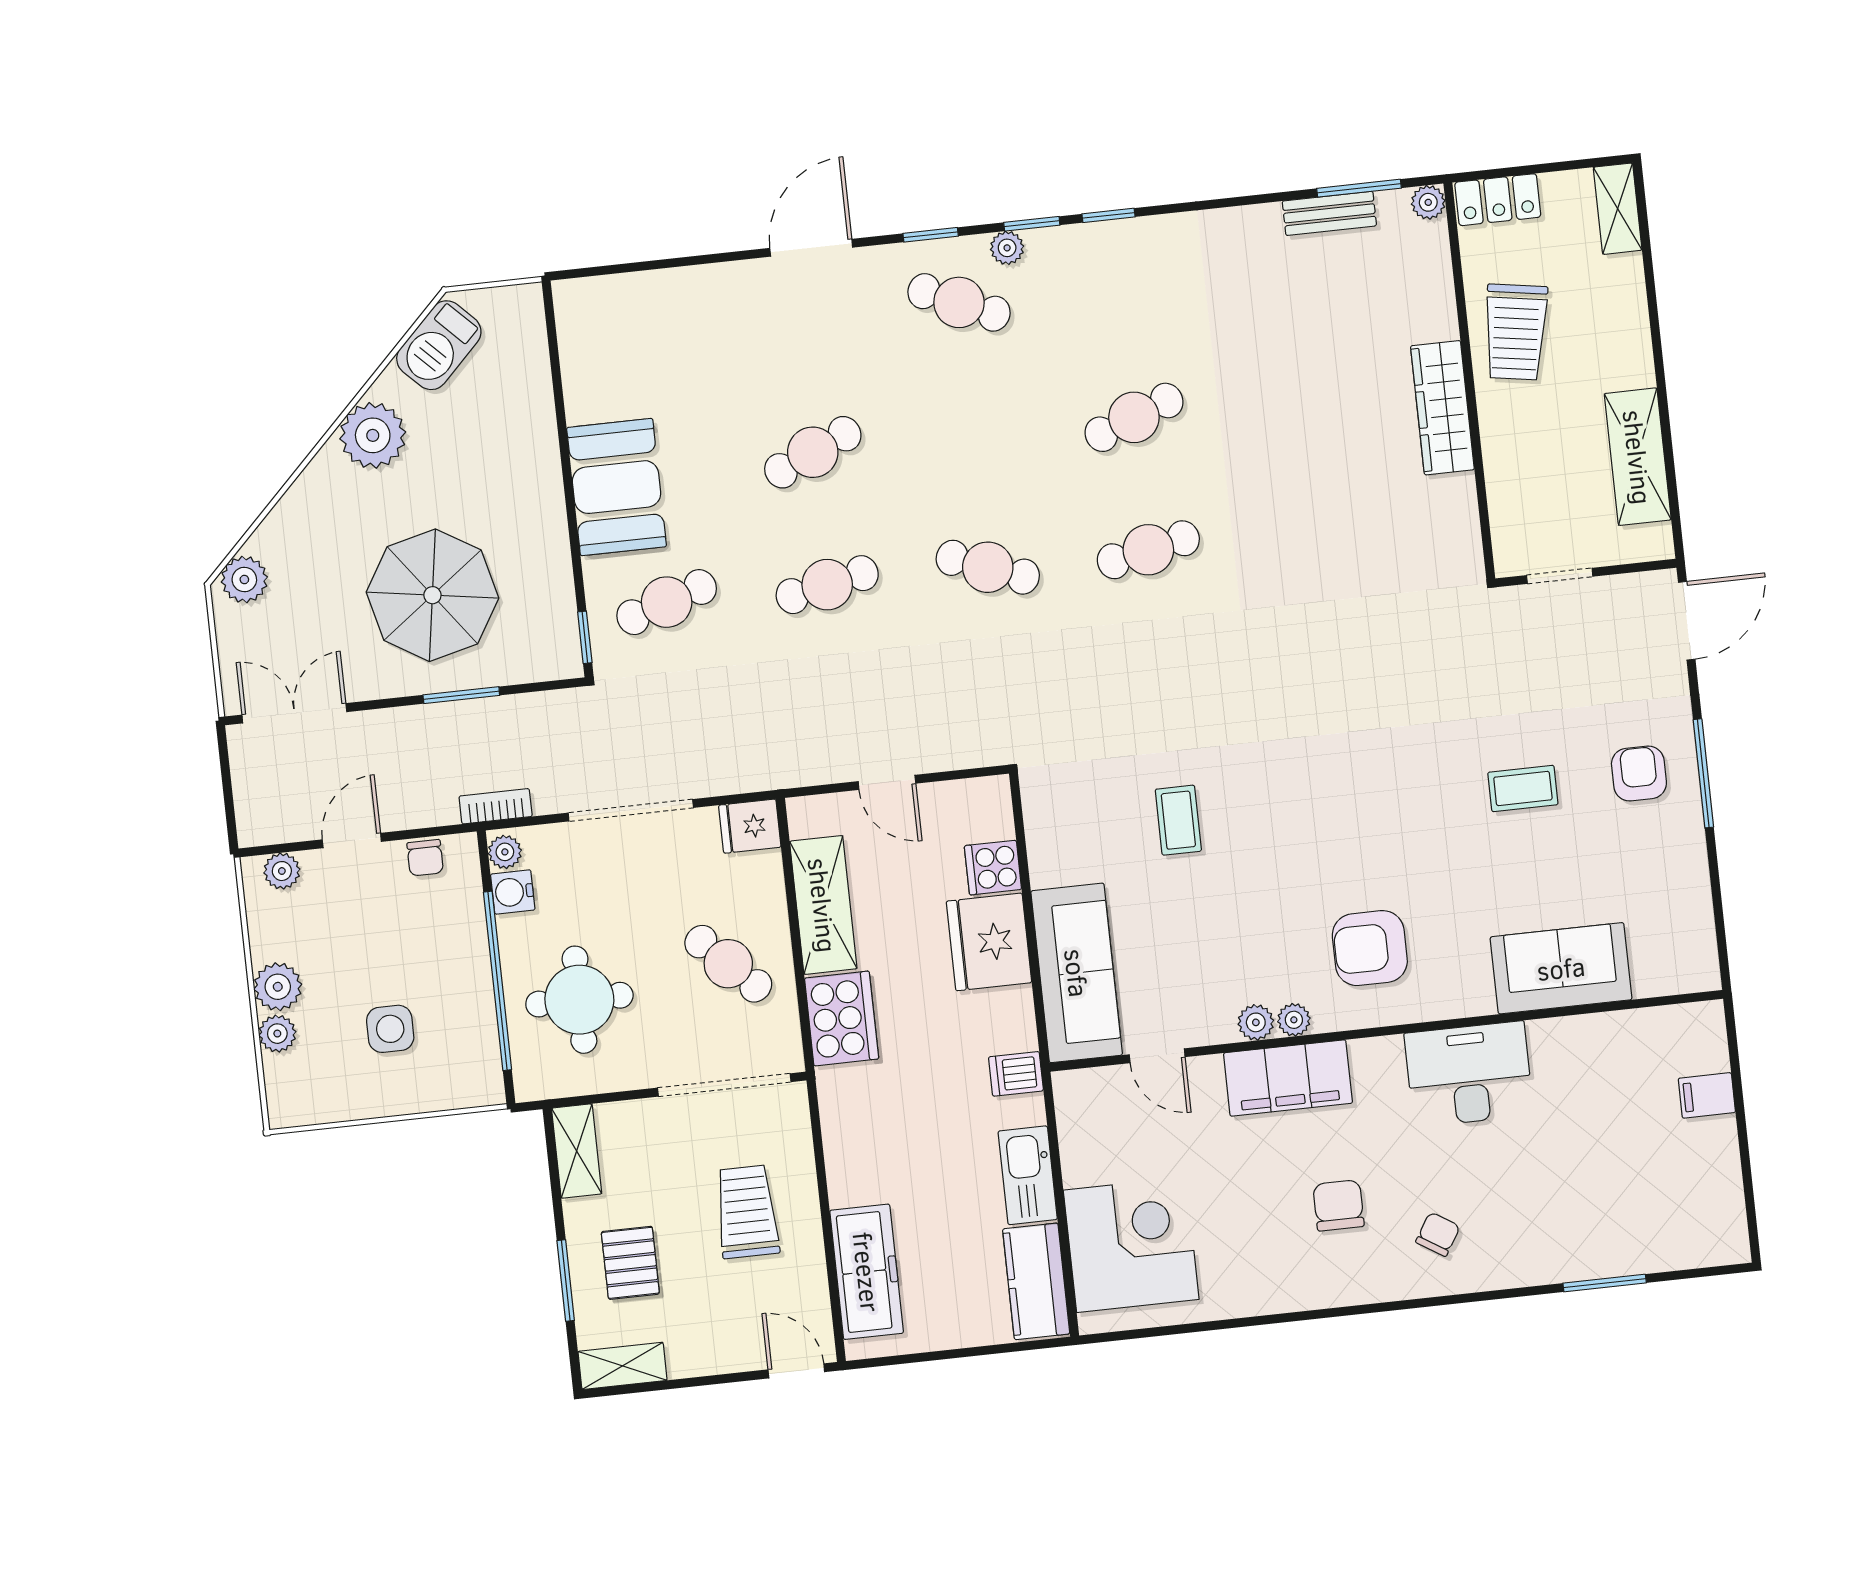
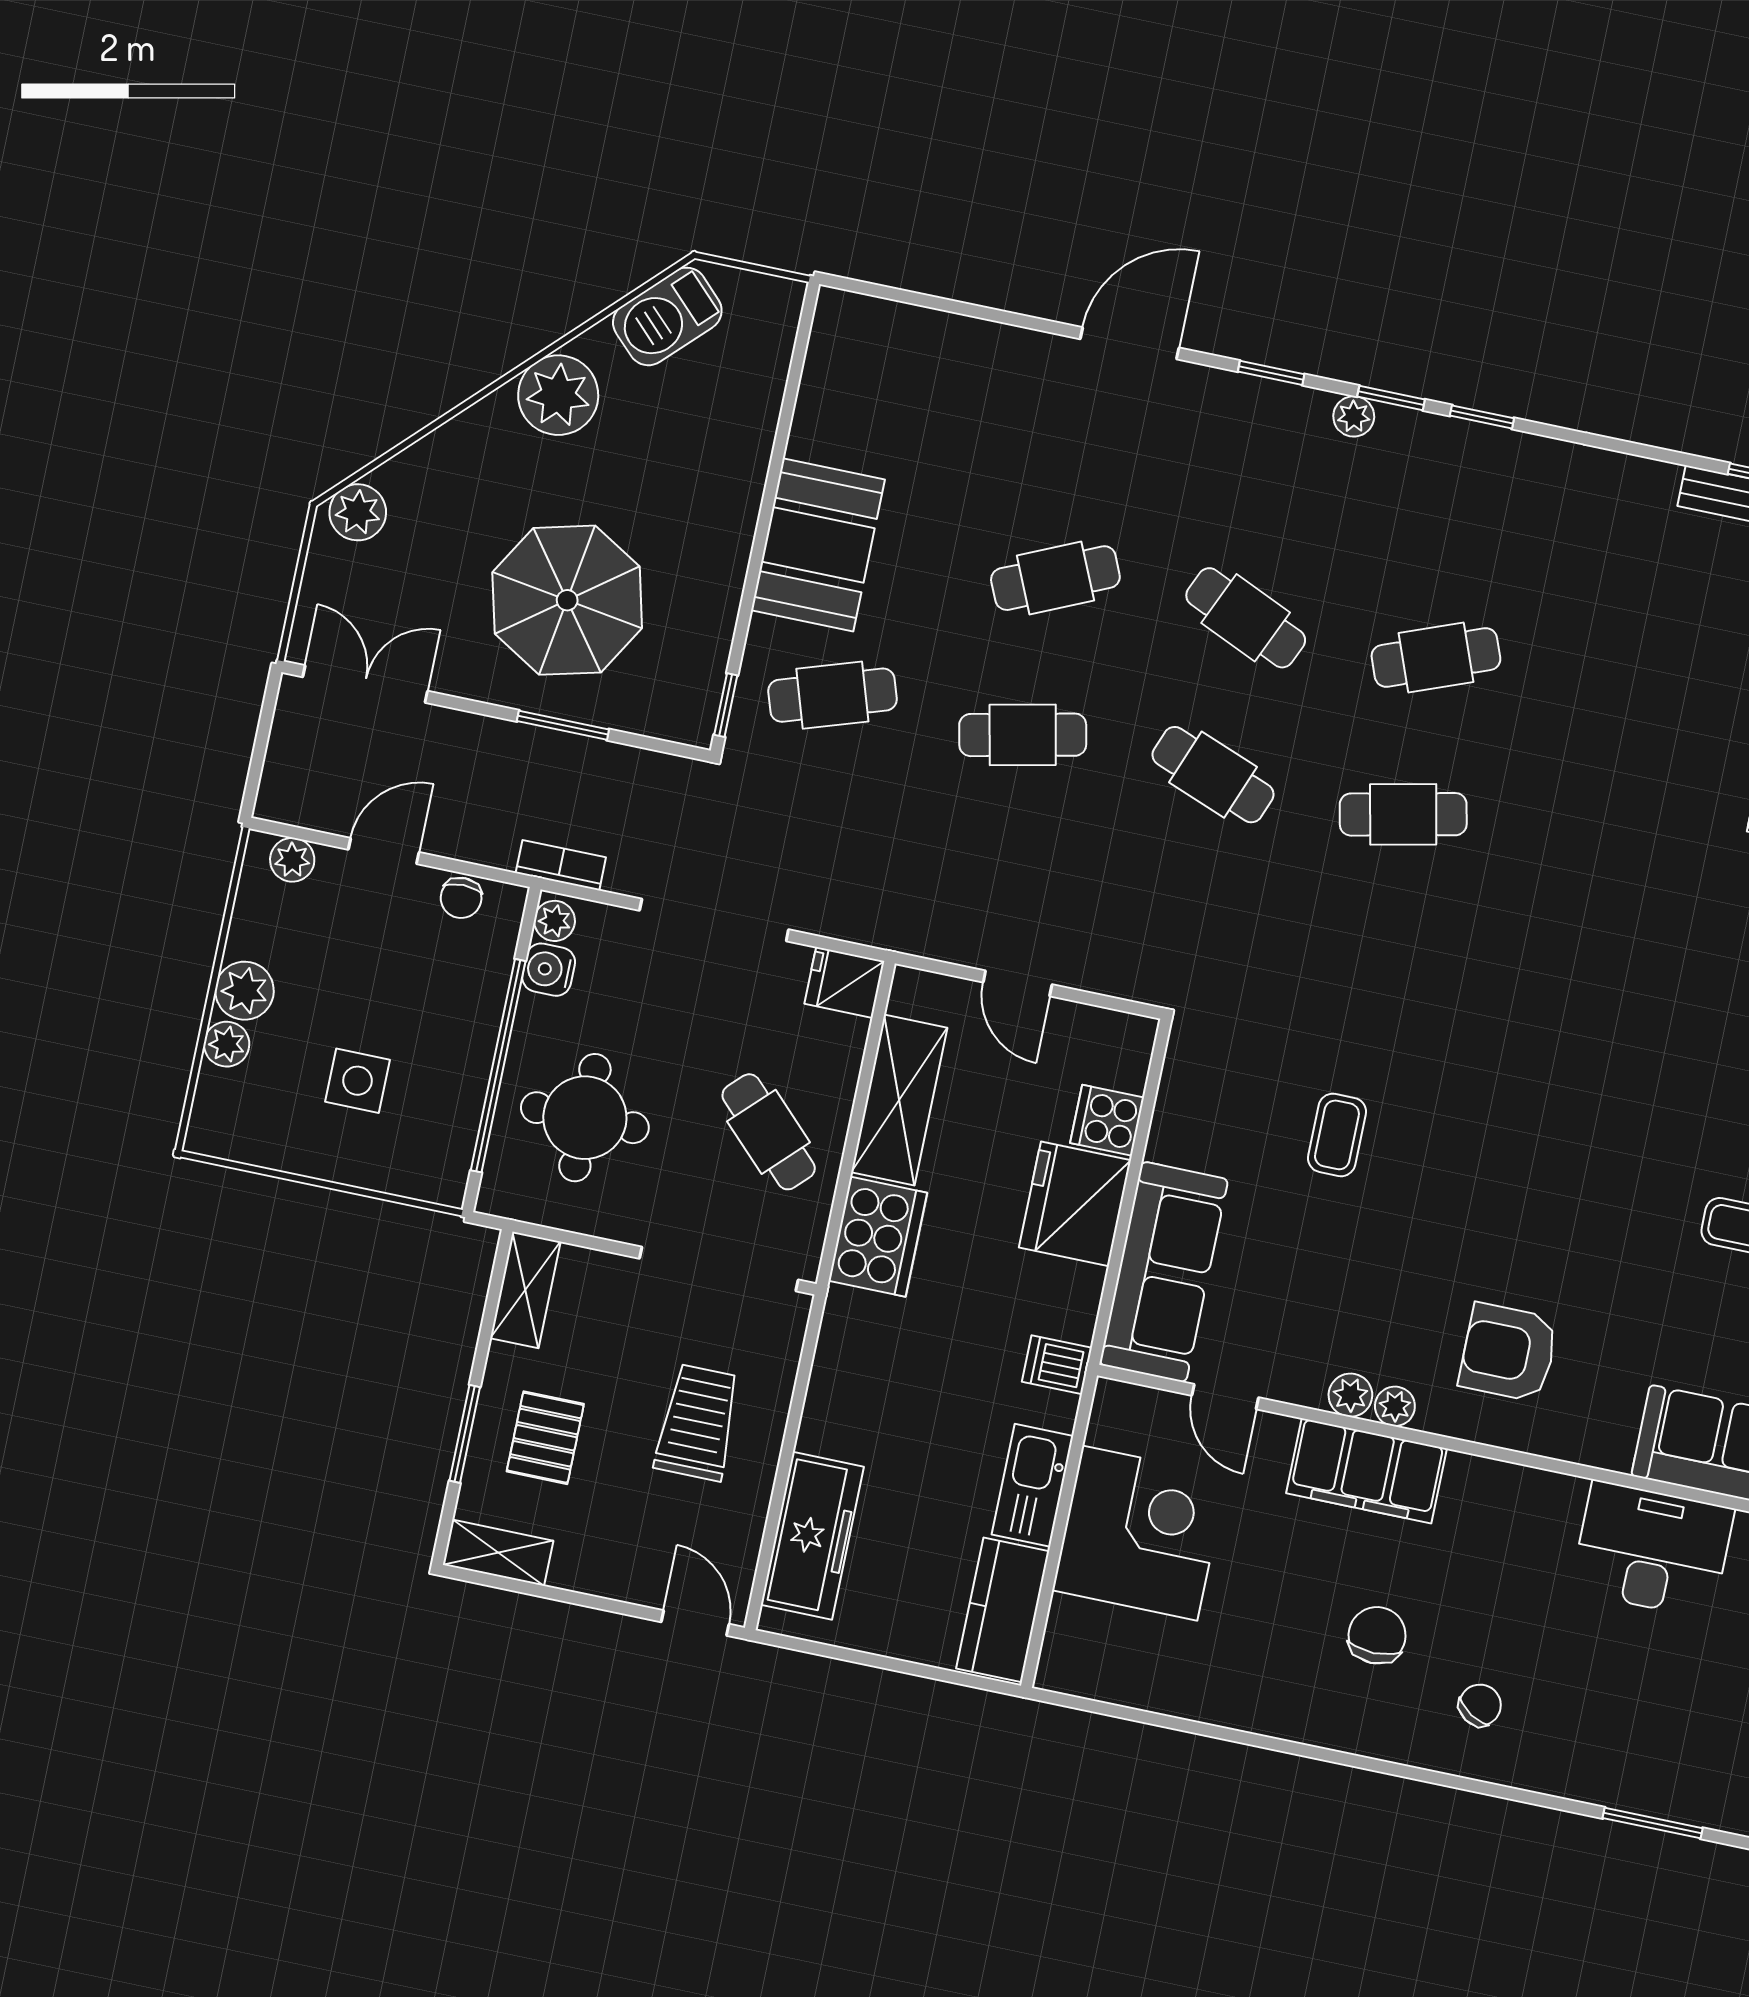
cafe table: (959, 302) -> (1246, 618), moved
desk: (1469, 1074) -> (1652, 1550), moved
corner desk: (1131, 1245) -> (1140, 1533), moved

